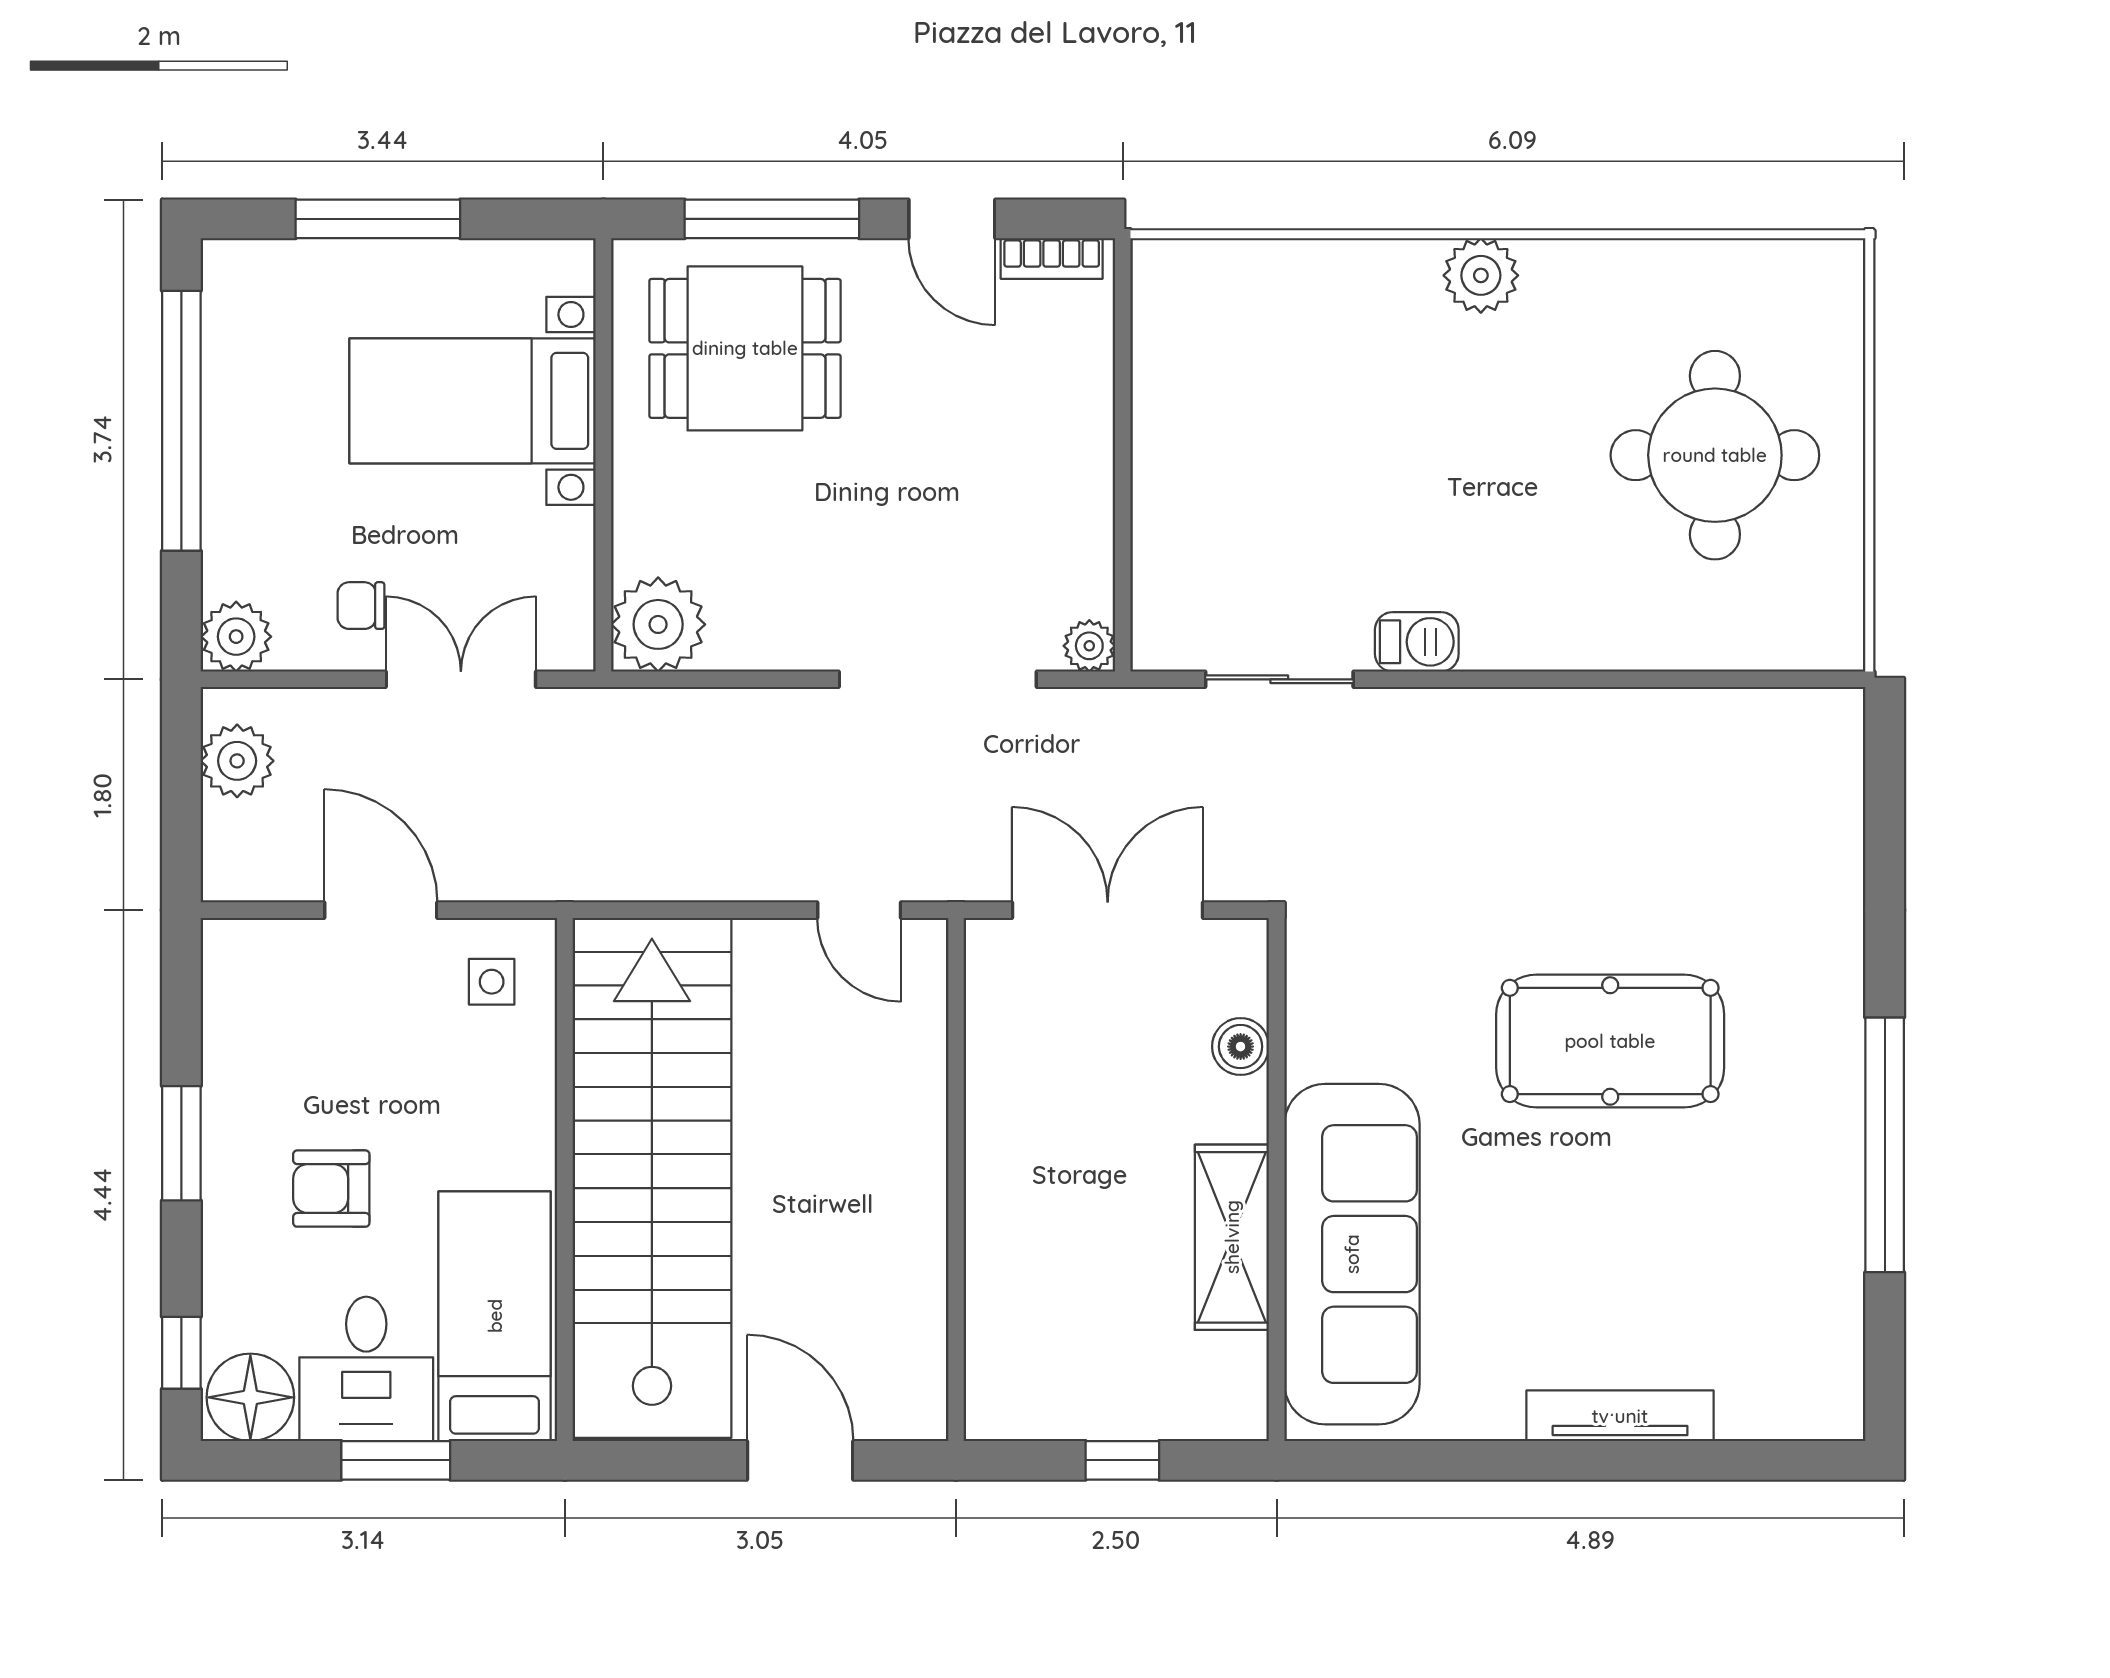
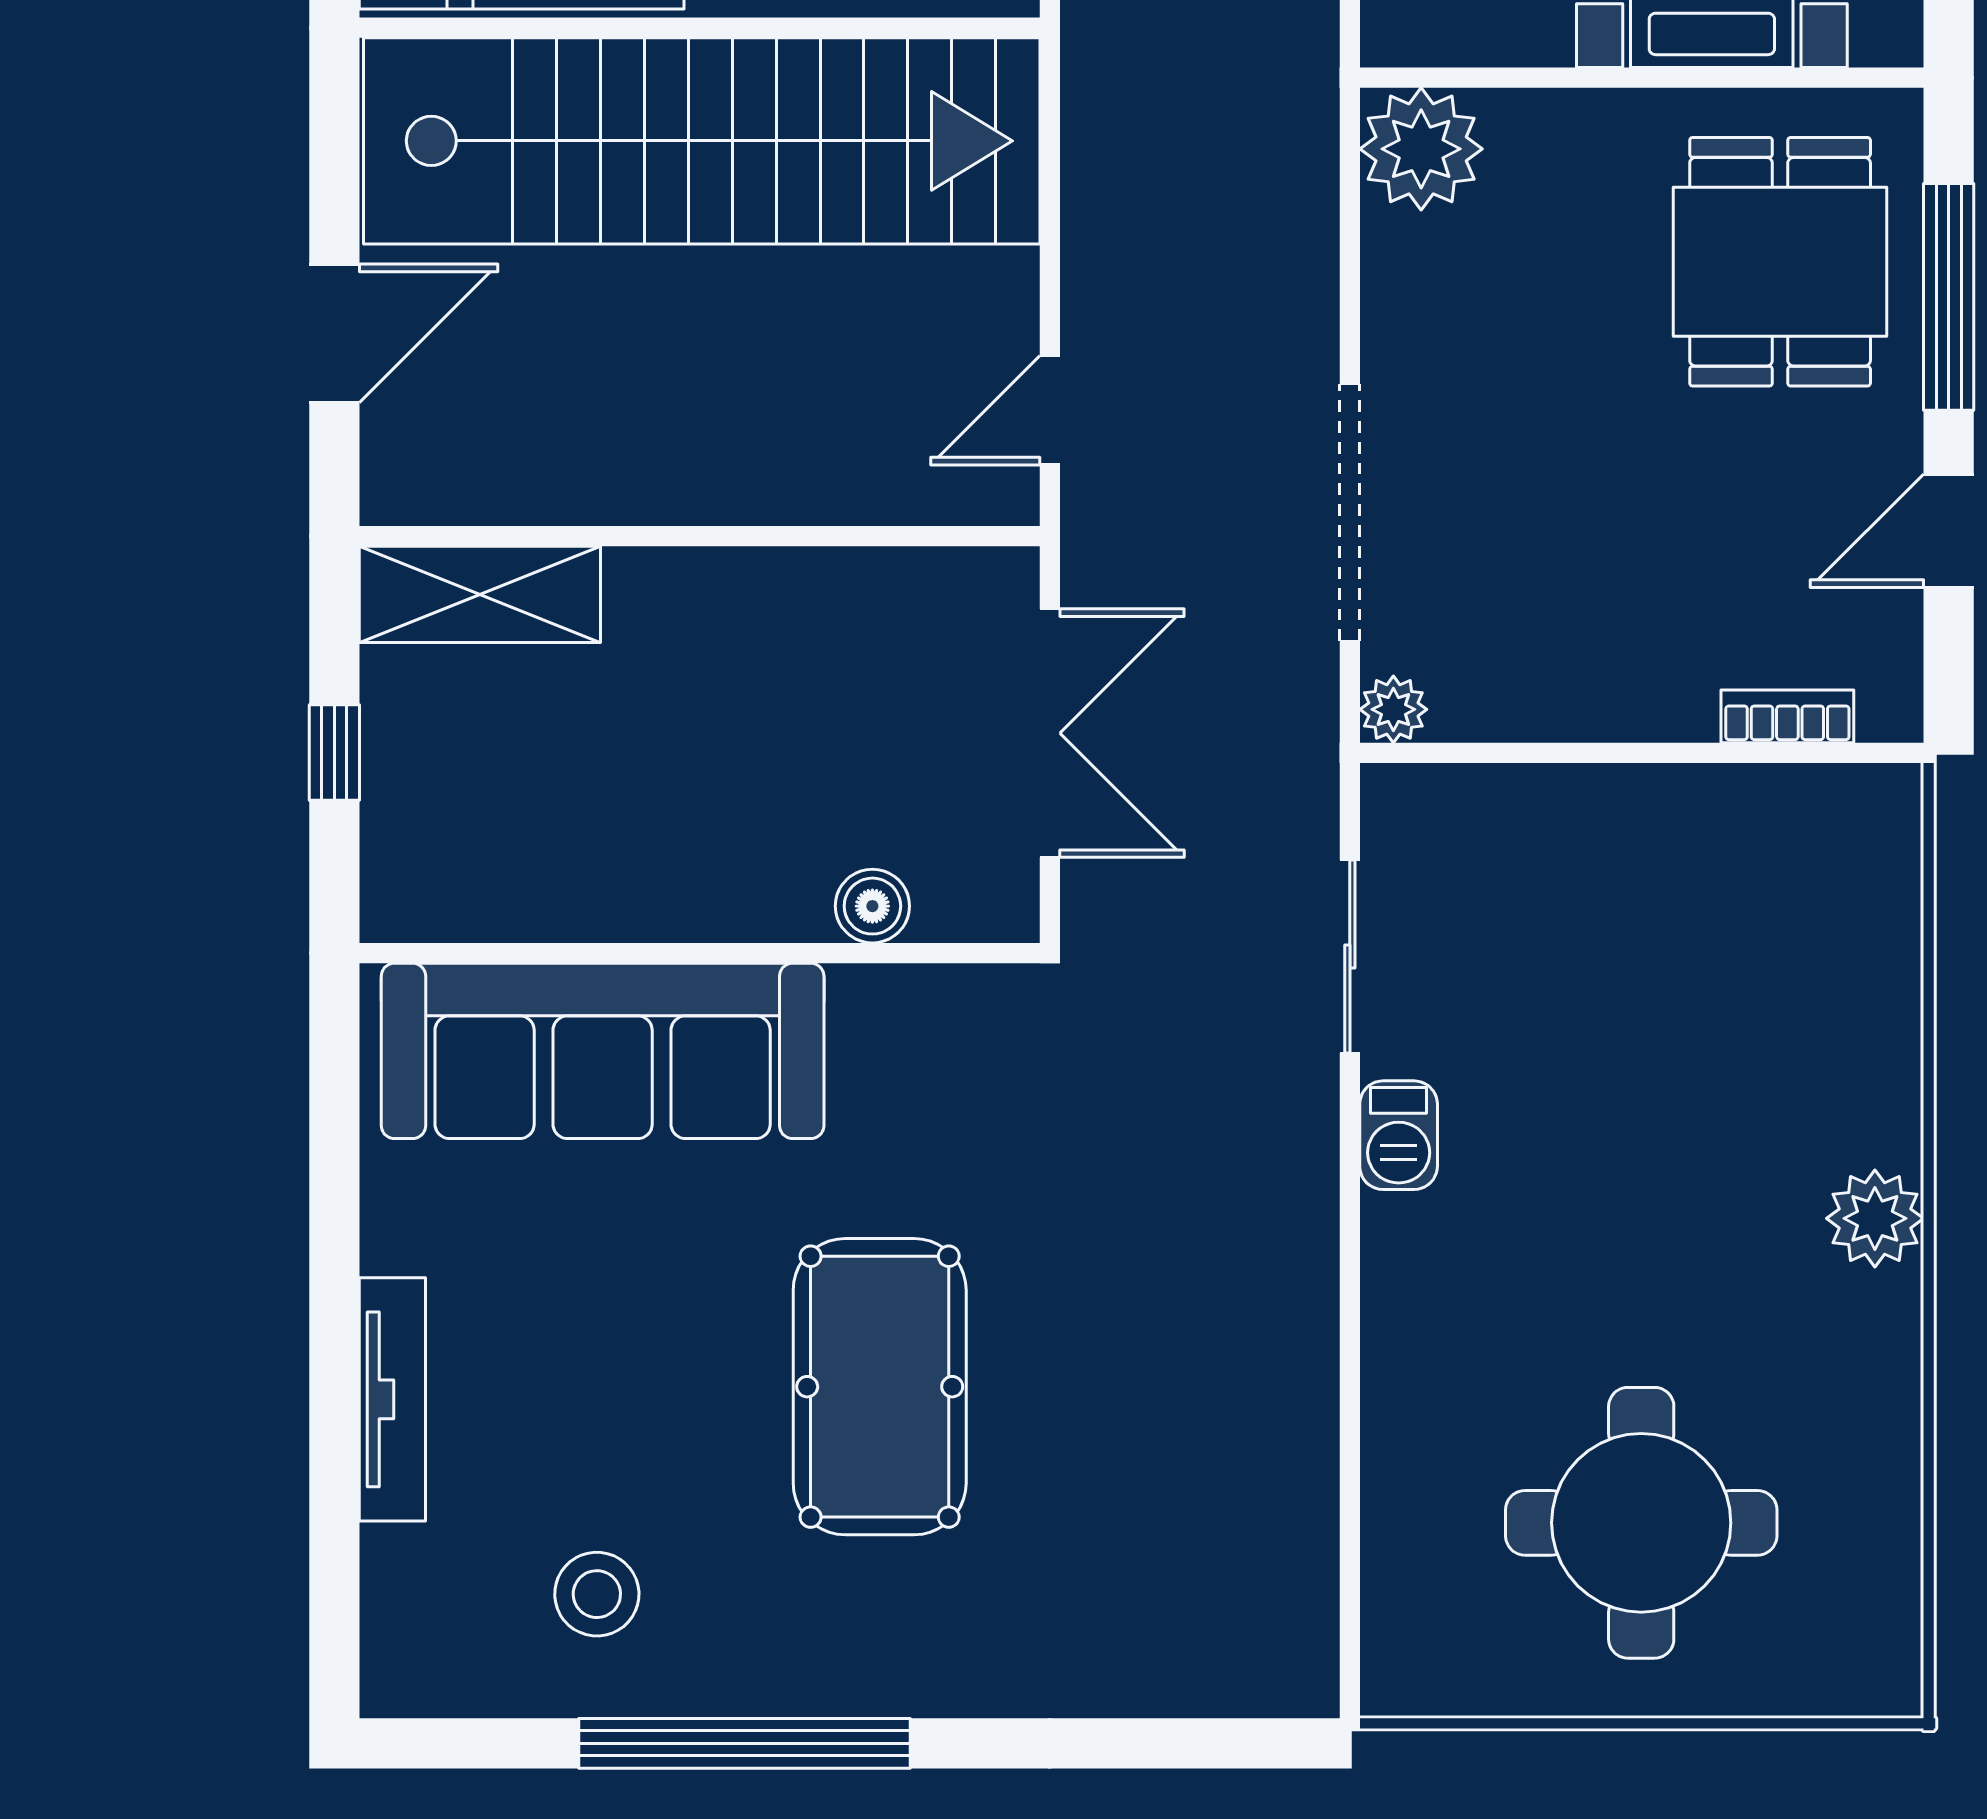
bookcase: (1052, 258) -> (1787, 716), moved, turned 90
shelving: (1232, 1237) -> (480, 594), moved
stool: (1770, 1259) -> (597, 1594), added

